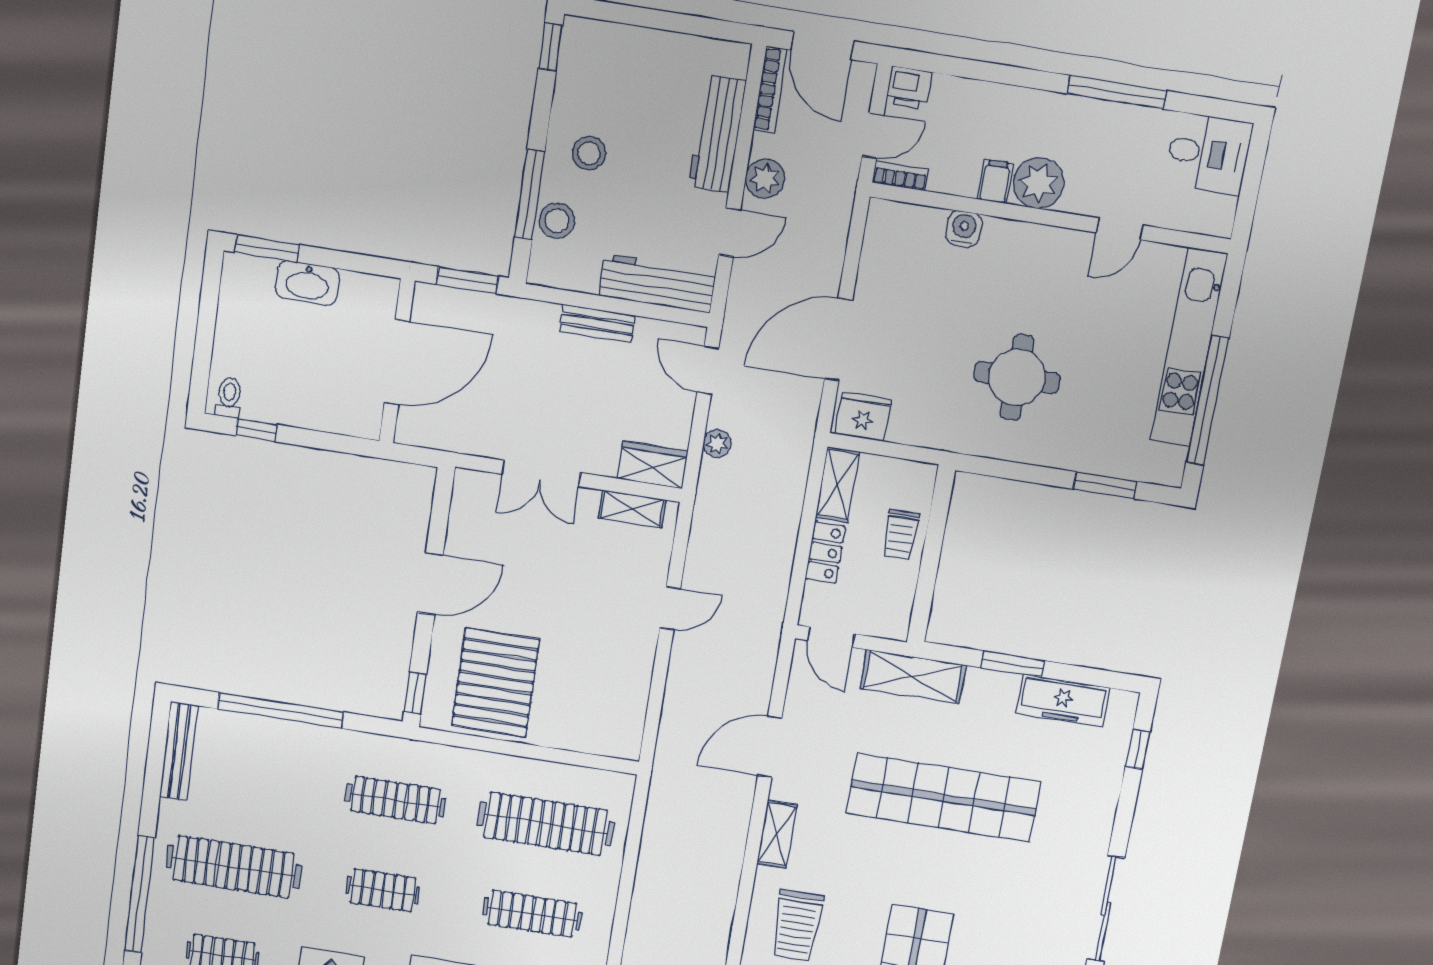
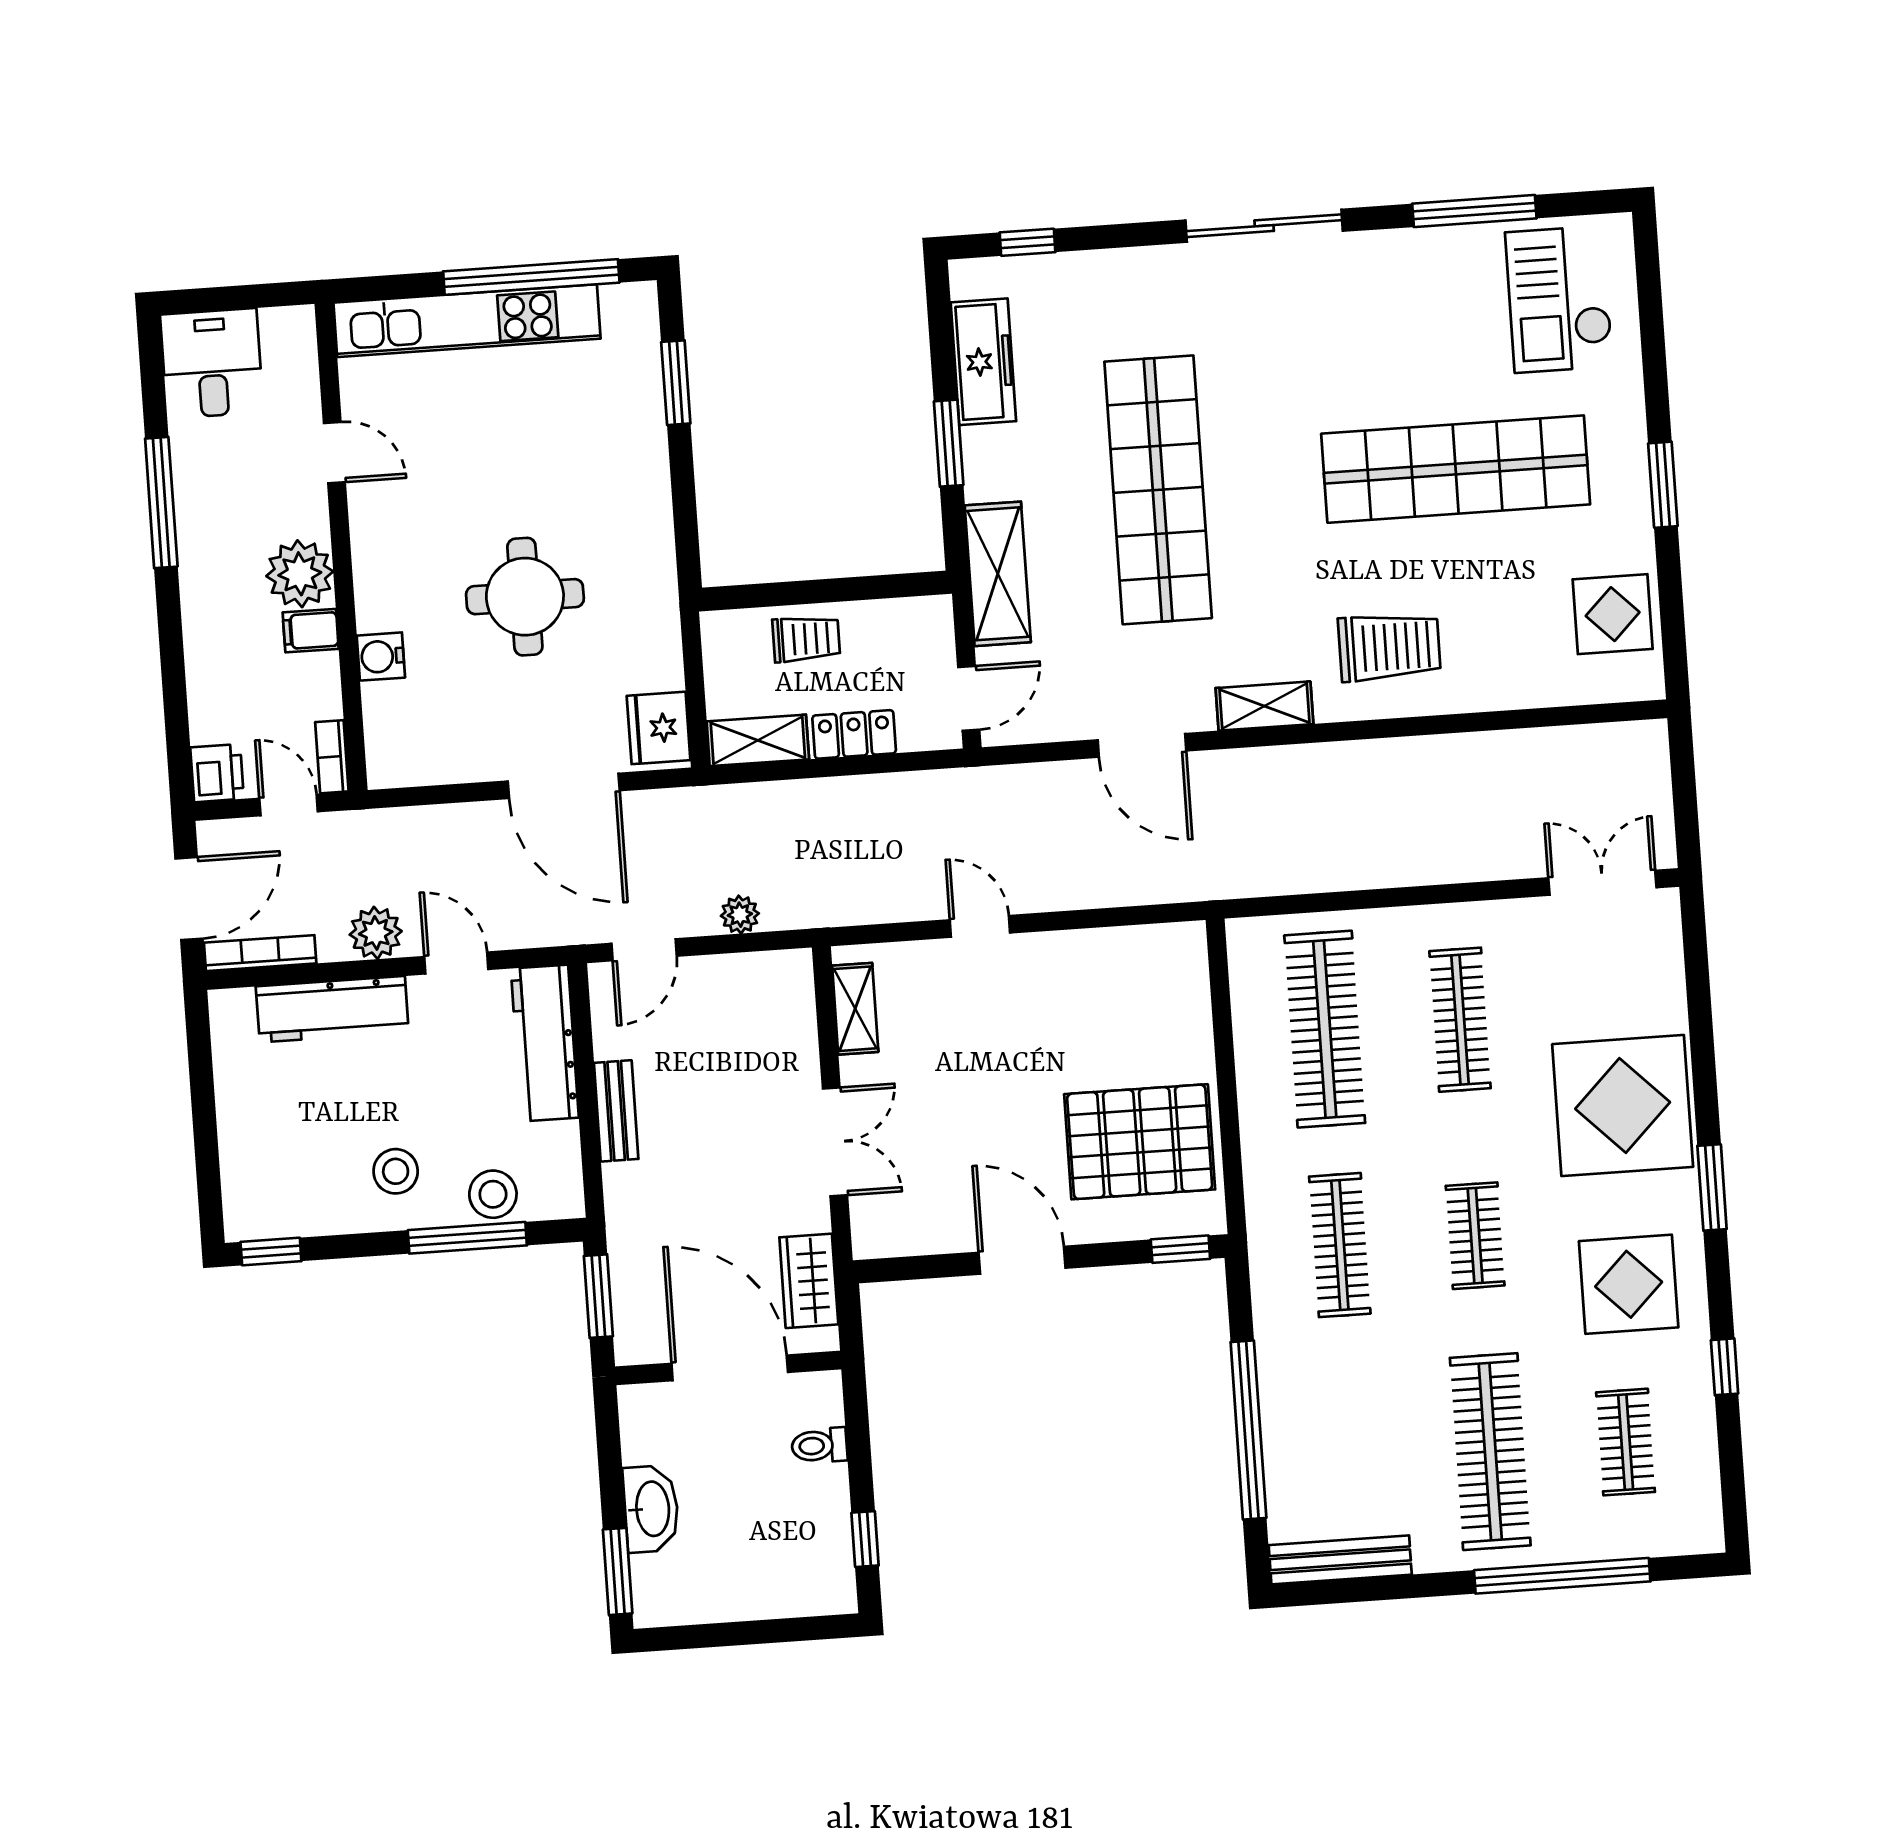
round table: (1017, 377) -> (525, 597), moved
toilet: (229, 397) -> (819, 1446), moved
wardrobe: (653, 465) -> (809, 1281), moved

